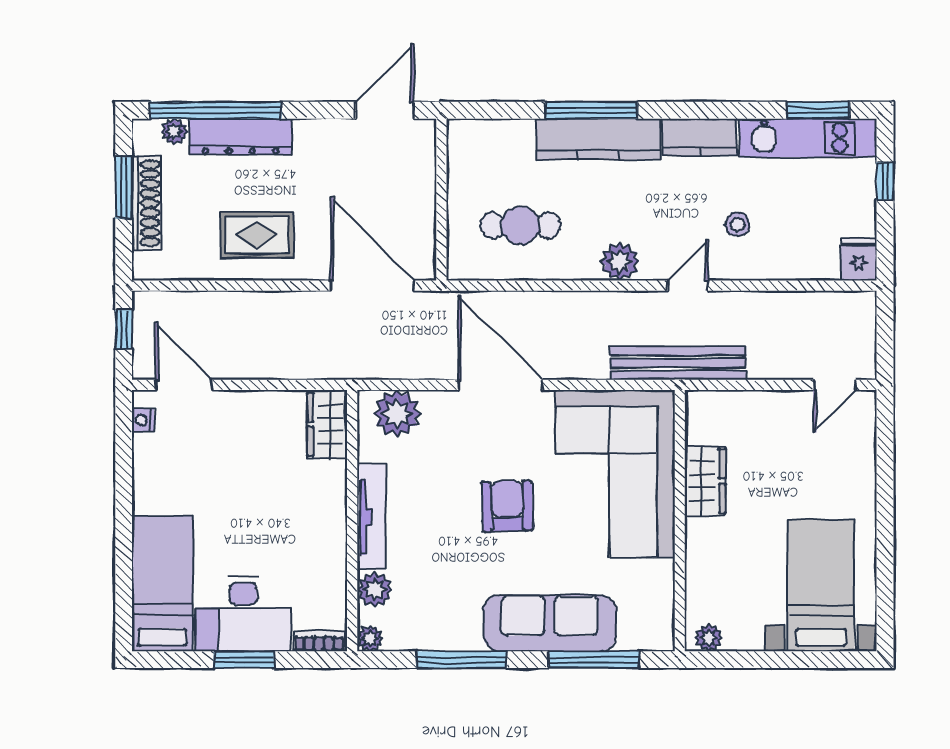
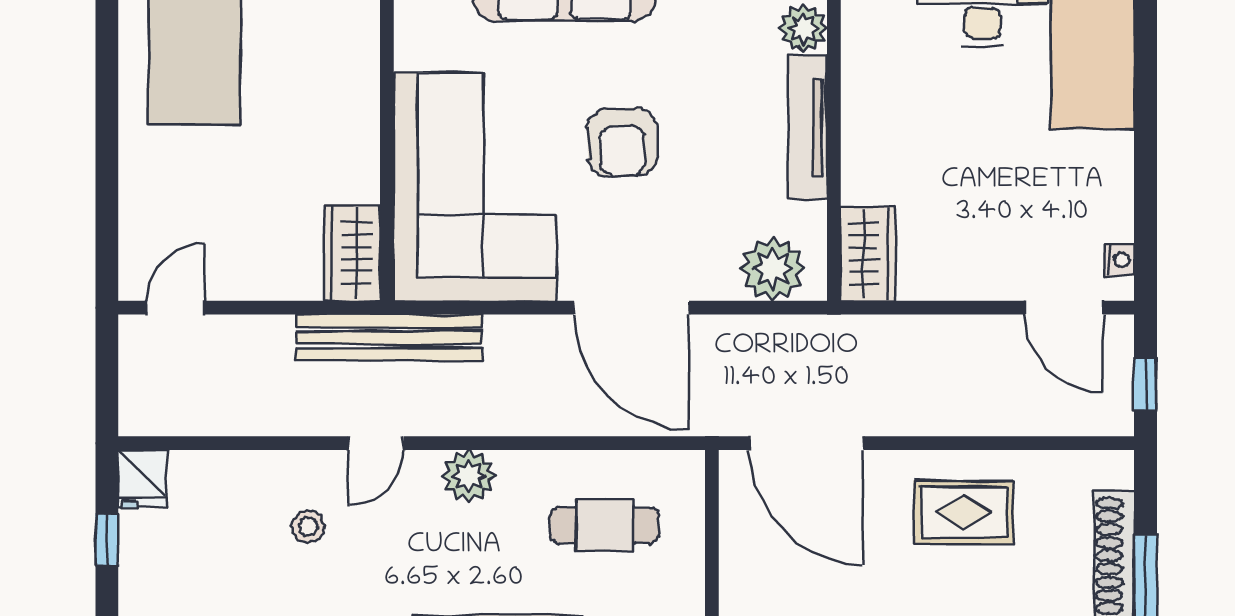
window: (885, 181) -> (107, 540), moved
wardrobe: (705, 481) -> (352, 253), moved

